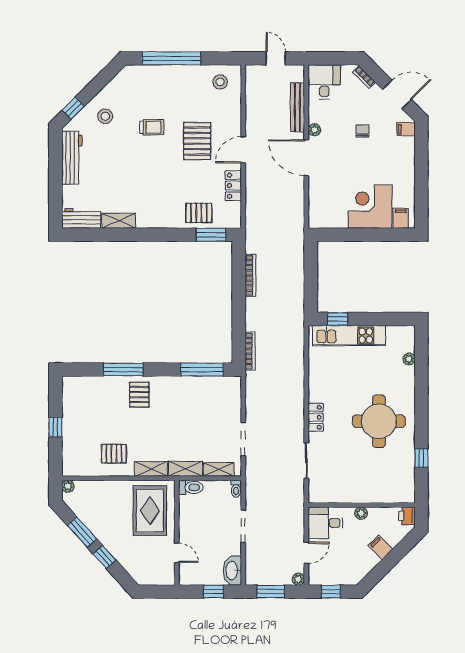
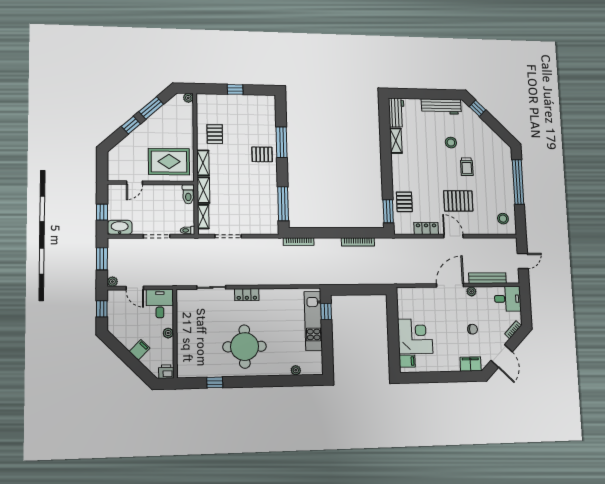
stool: (105, 116) -> (451, 143), moved
filing cabinet: (406, 129) -> (471, 364), width x2.00

